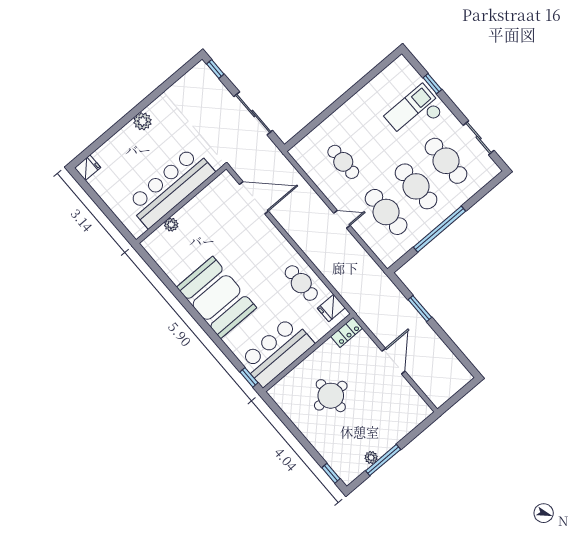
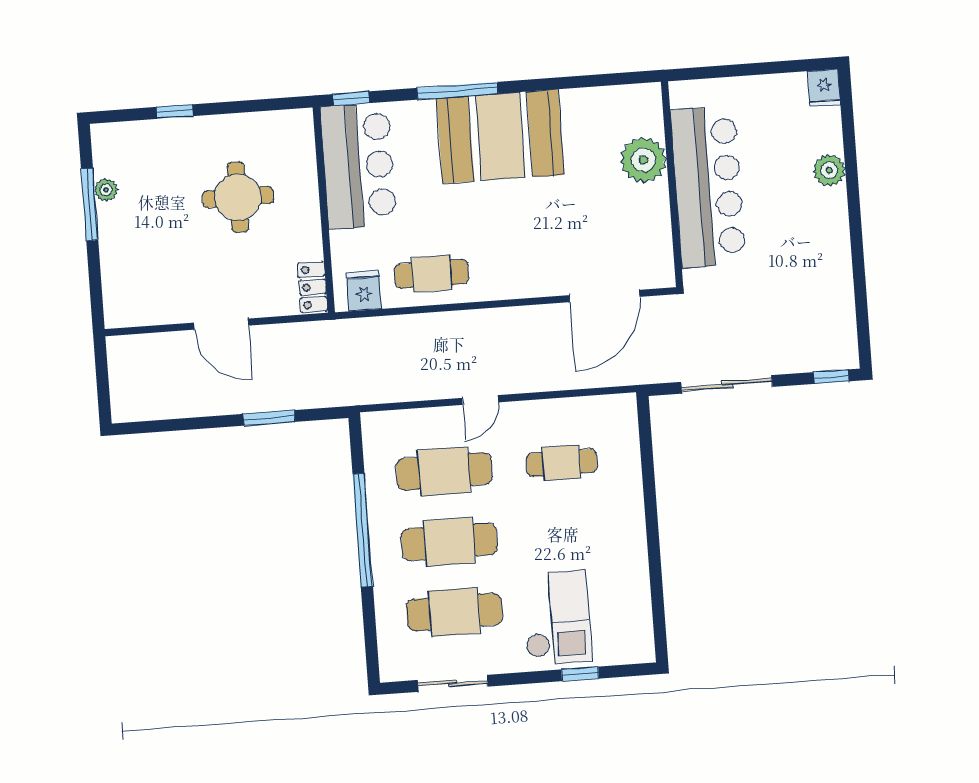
plant: (143, 121) -> (829, 170), moved
plant: (171, 225) -> (643, 160), width x1.88, depth x1.88
window: (210, 332) -> (458, 91), added
window: (331, 473) -> (175, 112), moved

